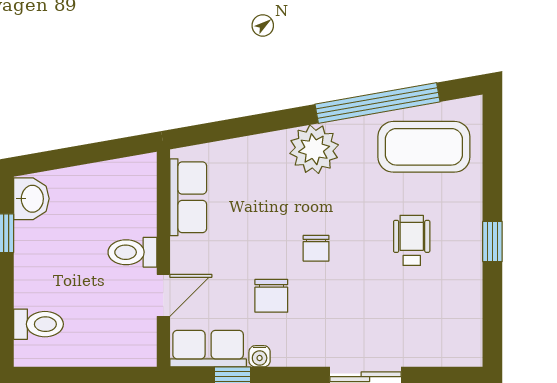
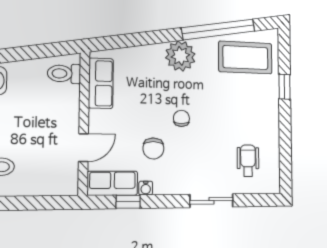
wheelchair: (412, 240) -> (248, 161), moved
window: (492, 242) -> (285, 87), moved
chair: (316, 248) -> (181, 118), turned 180
toilet: (132, 252) -> (64, 74), moved

